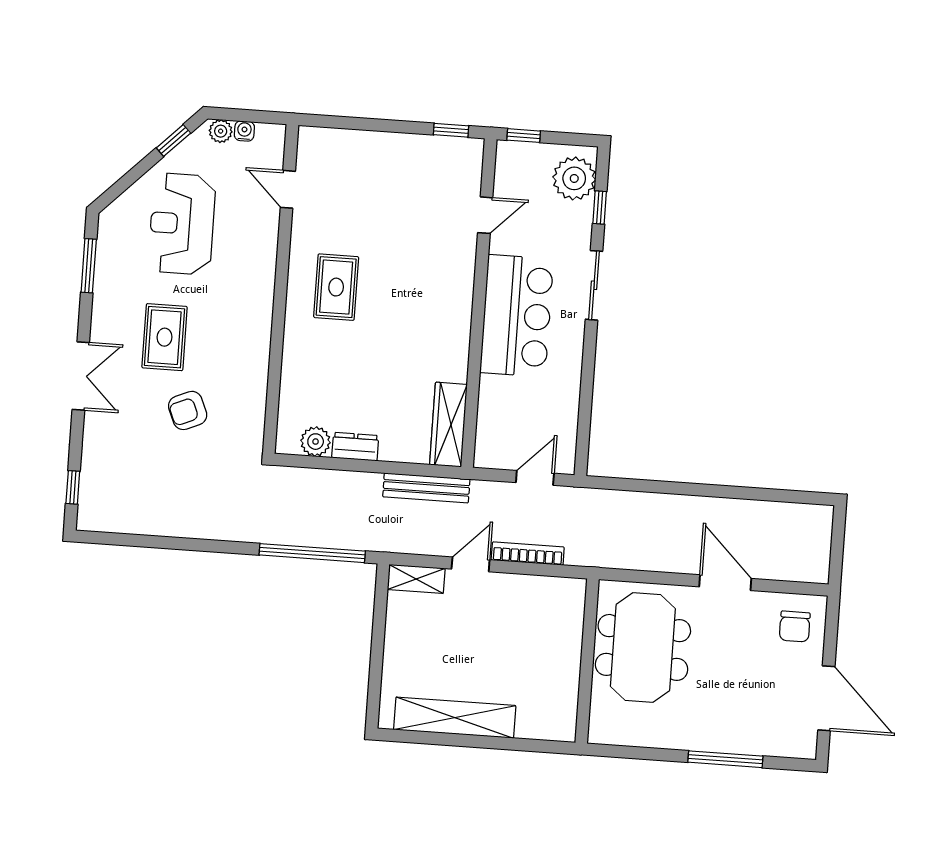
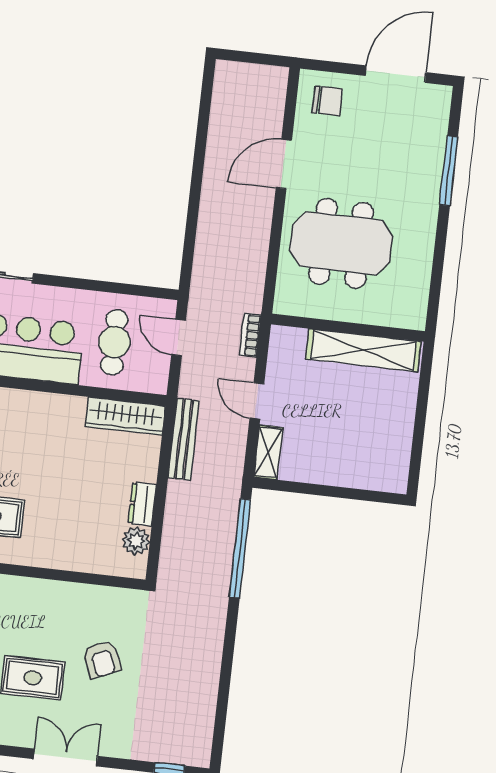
cafe table: (527, 409) -> (114, 342), added
bookcase: (528, 554) -> (250, 335), width x0.64
wall: (587, 661) -> (348, 328), moved
shelving: (455, 718) -> (363, 350), moved, turned 90

